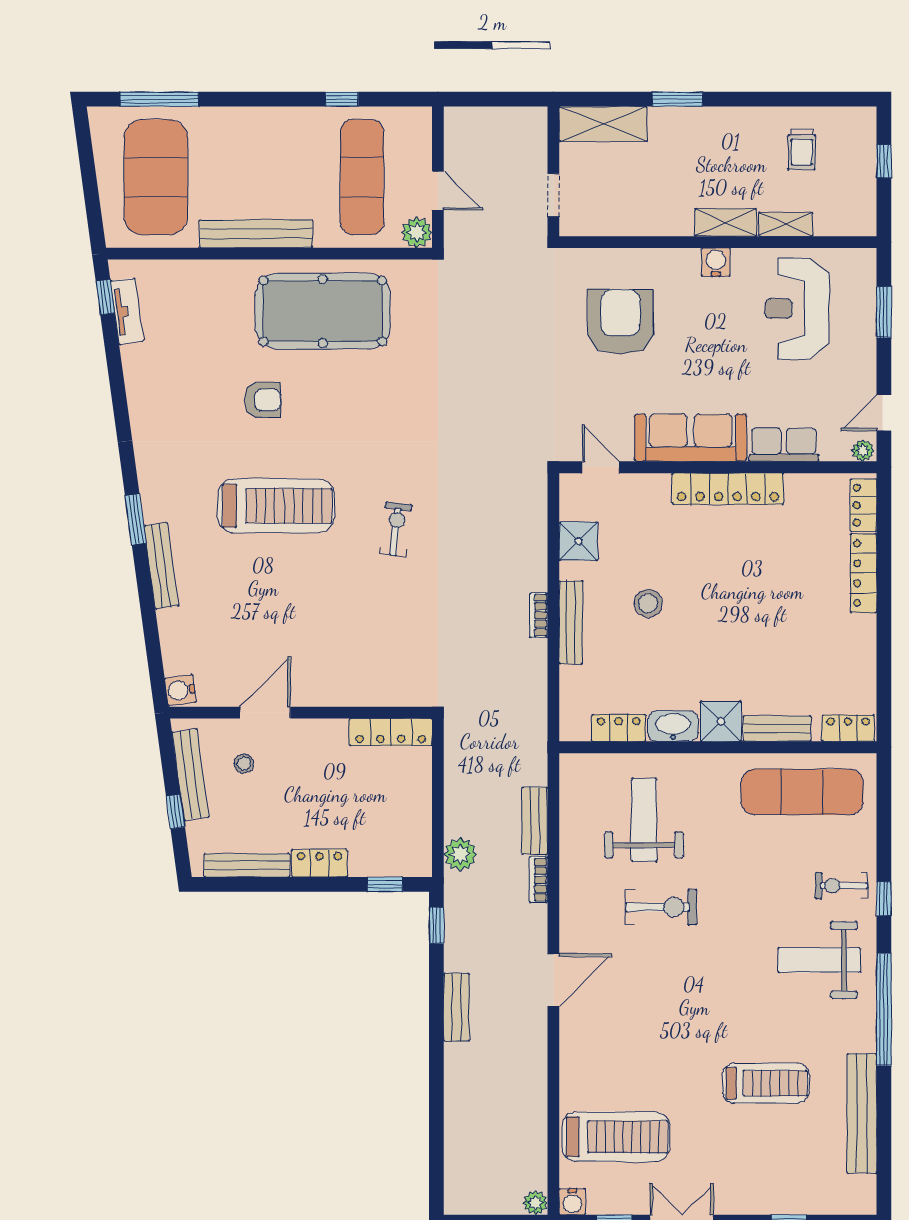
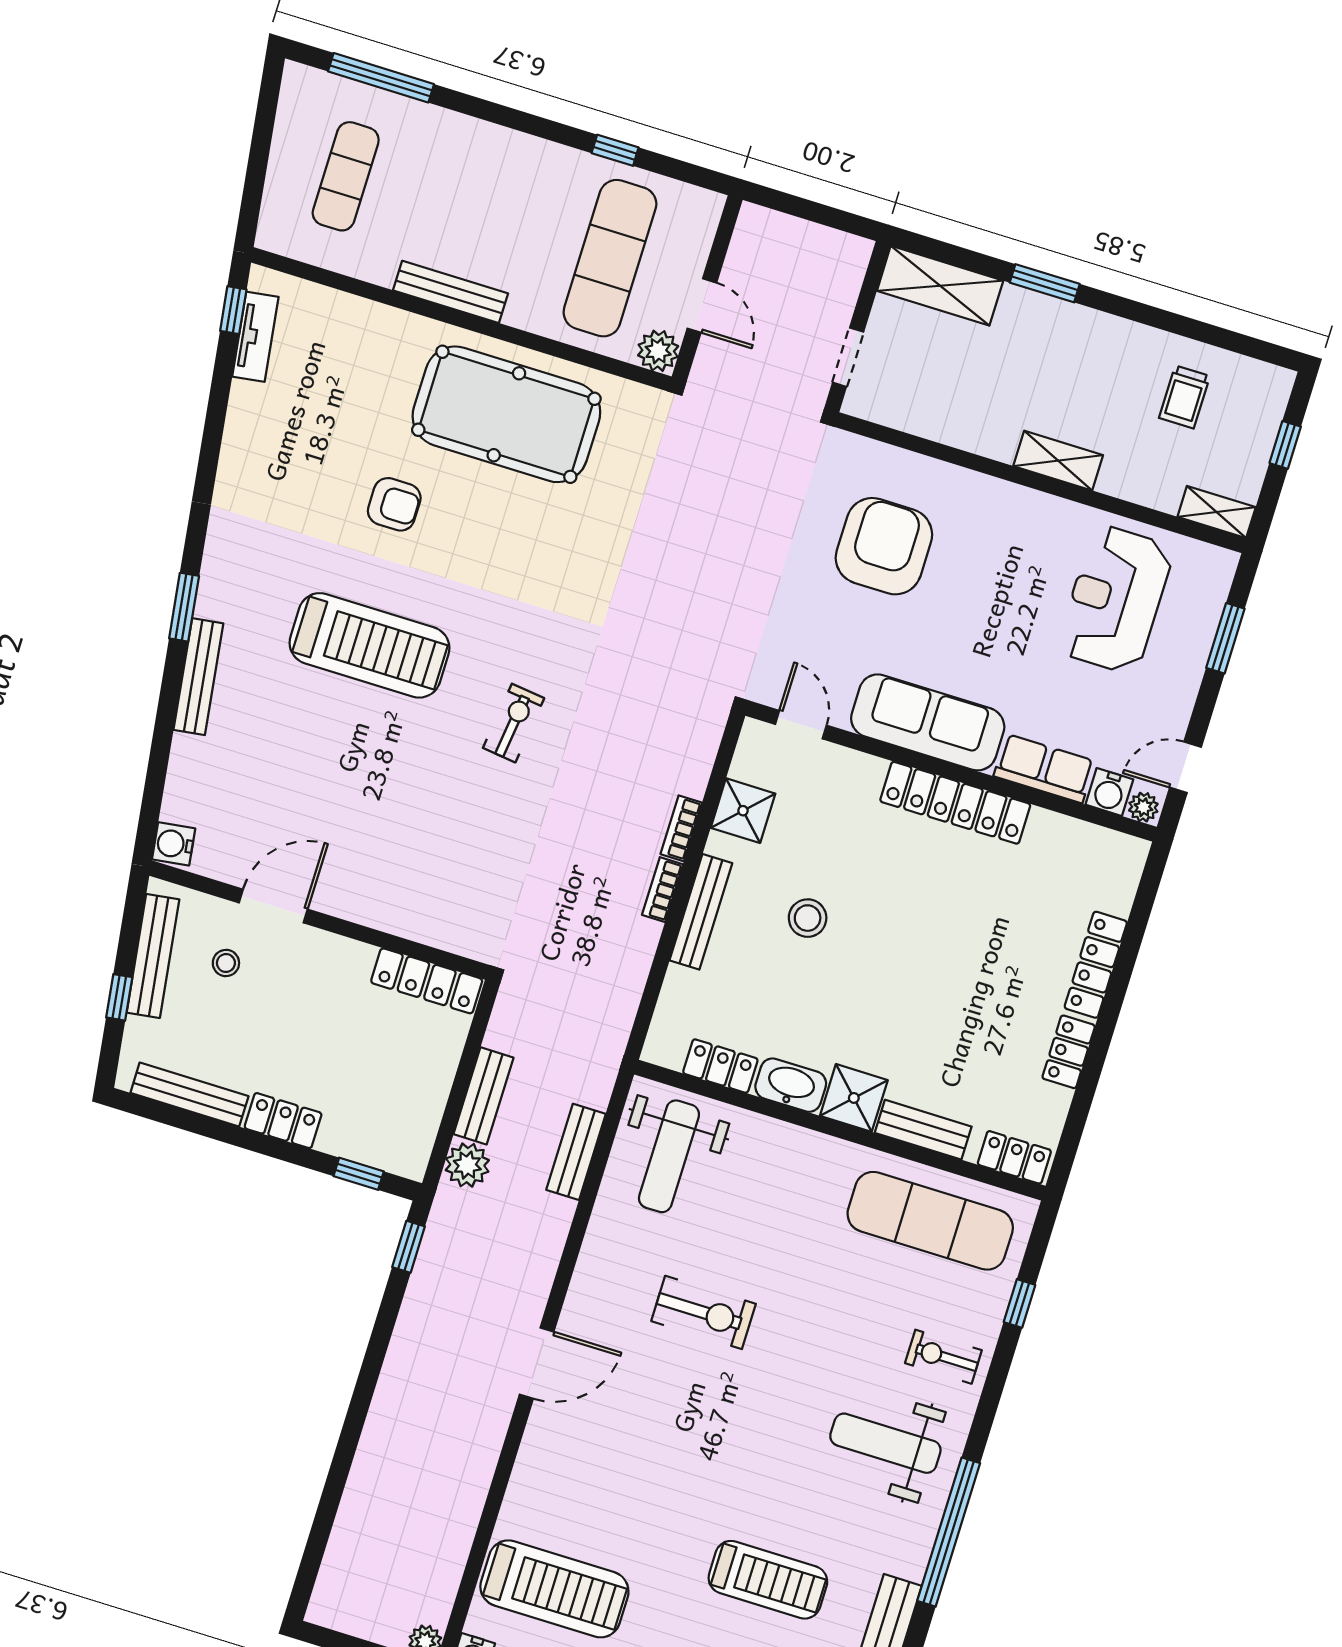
exercise mat: (156, 177) -> (346, 176), width x0.50, depth x0.69
shelving: (786, 224) -> (1217, 512), moved
bench: (256, 234) -> (451, 292), width x0.73, depth x0.82
water cooler: (716, 262) -> (1109, 792), moved, turned 180
locker: (863, 505) -> (1069, 1052), moved
weight bench: (644, 820) -> (669, 1156), moved, turned 180
bookcase: (538, 880) -> (681, 828), moved
window: (884, 899) -> (1019, 1303), moved
bench: (457, 1007) -> (484, 1096), moved

